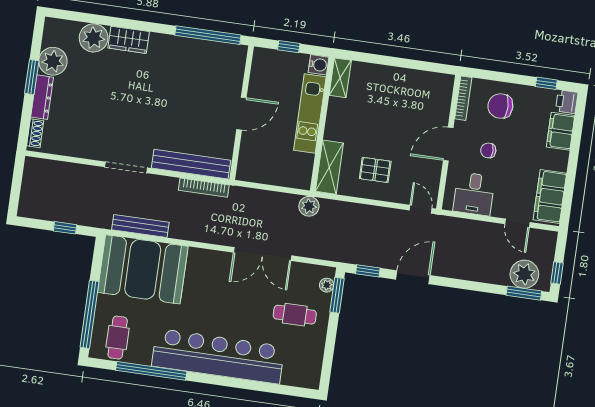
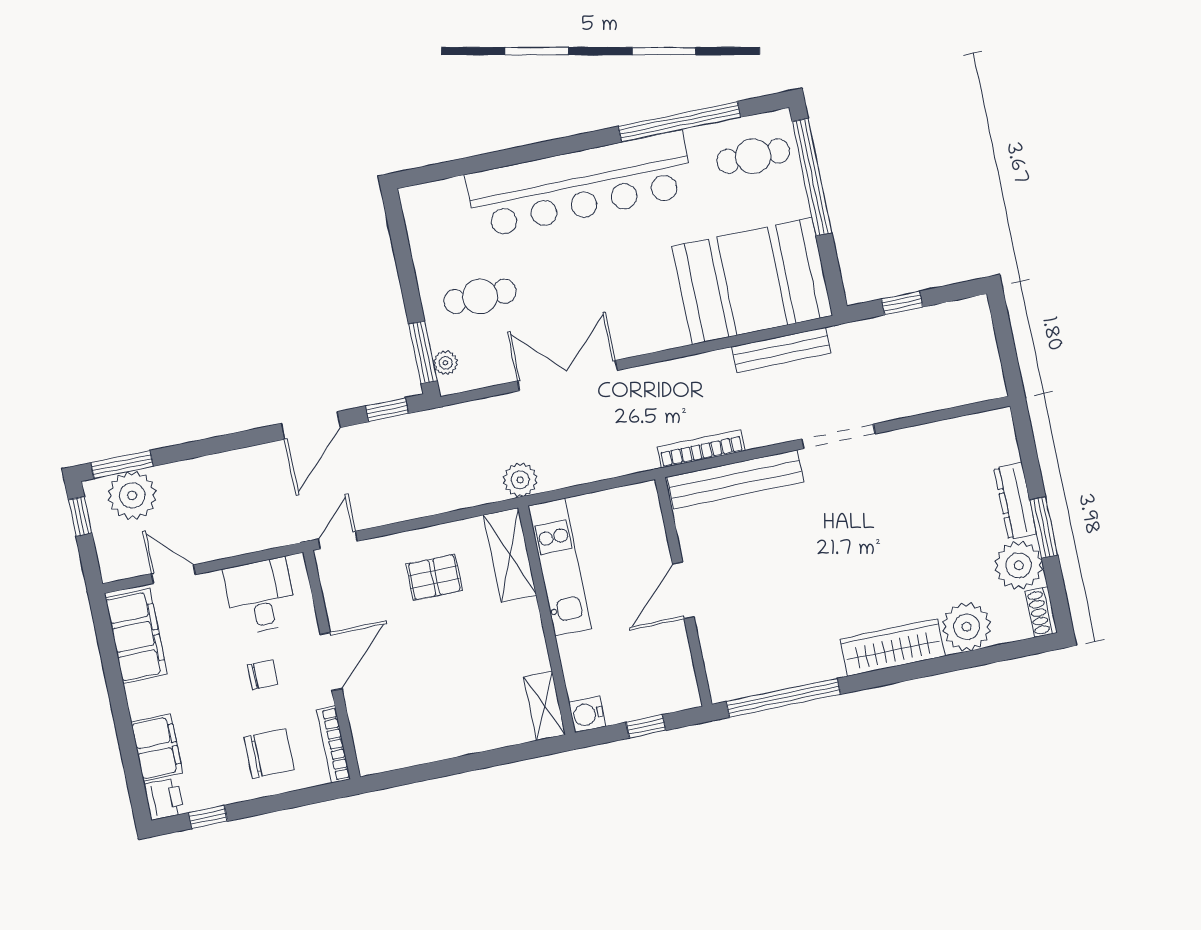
wardrobe: (129, 40) -> (892, 647), width x1.50
kitchen unit: (310, 113) -> (560, 567), moved
shoe rack: (35, 133) -> (1041, 612), moved
door: (421, 209) -> (338, 540), swing flipped
cafe table: (118, 338) -> (753, 156), turned 90

